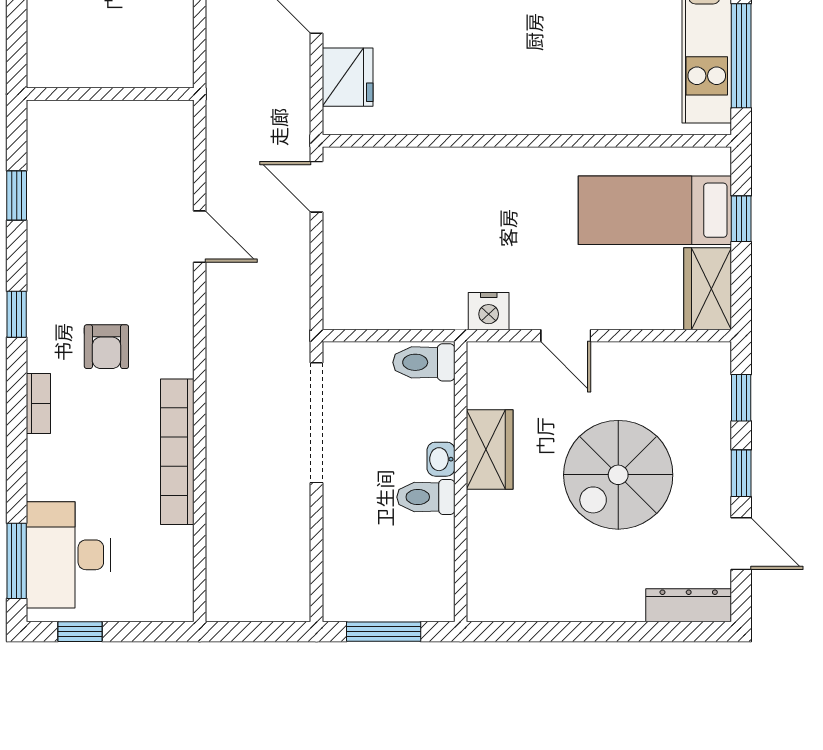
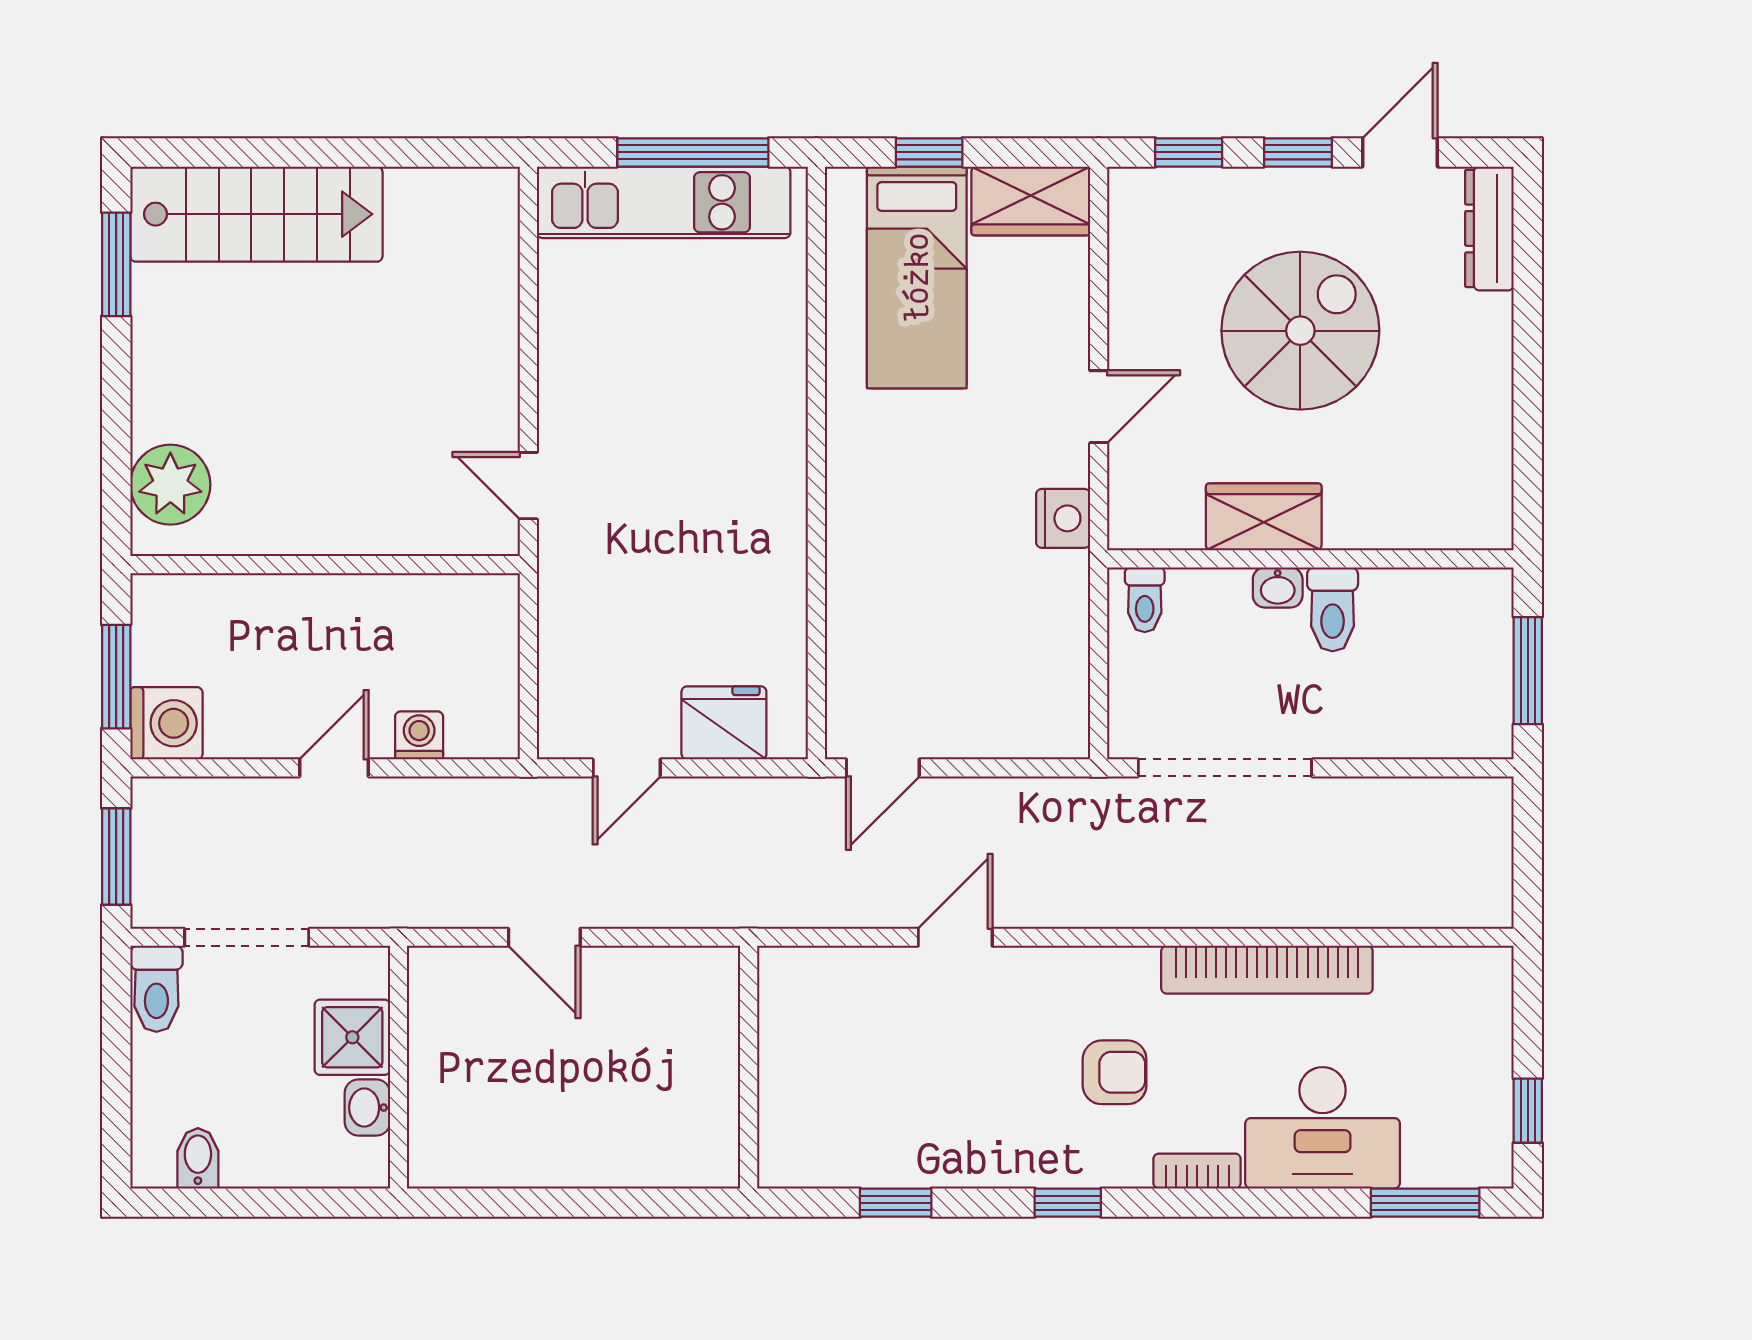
toilet: (424, 362) -> (1145, 600), width x0.73, depth x0.72
spiral stairs: (618, 475) -> (1300, 331), turned -90
desk: (68, 555) -> (1323, 1128), moved

